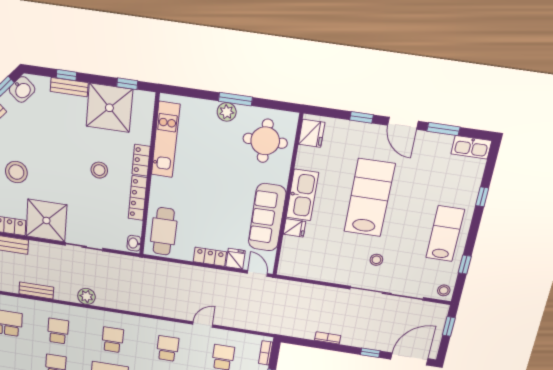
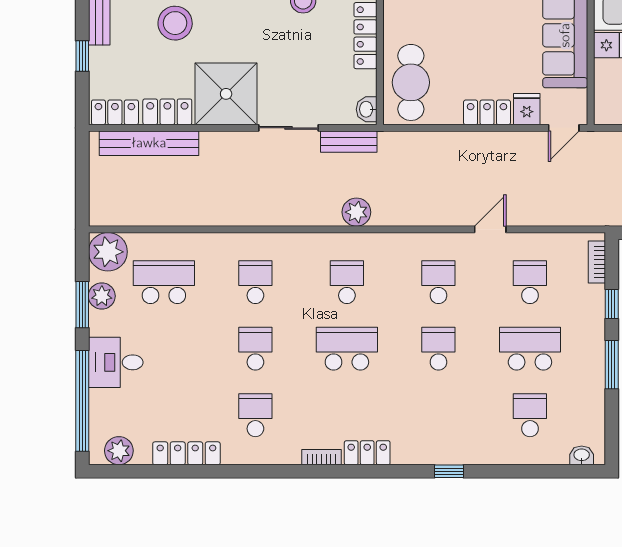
door: (257, 273) -> (564, 128), swing flipped
bench: (36, 290) -> (349, 142), moved
plant: (86, 296) -> (356, 212), moved

